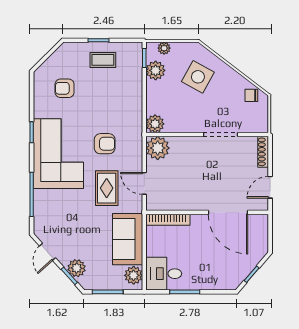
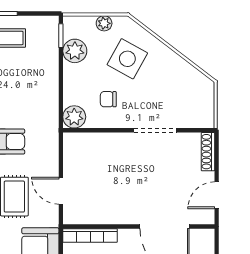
plant: (164, 48) -> (104, 23), moved
chair: (251, 95) -> (108, 99), moved
plant: (158, 148) -> (78, 147), removed

